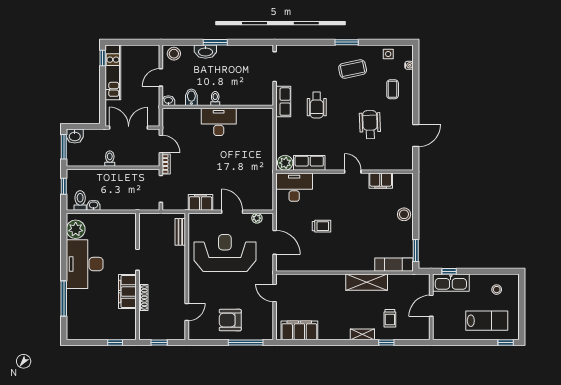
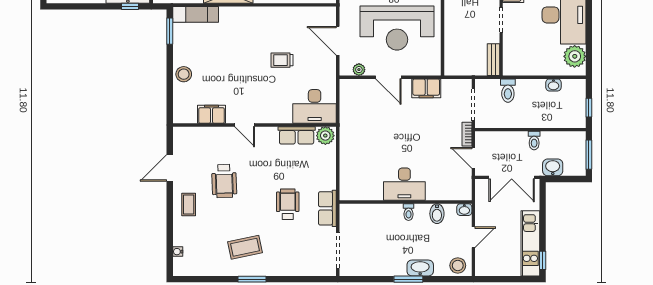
side table: (388, 54) -> (203, 265), removed
coffee table: (393, 89) -> (189, 204), moved
washbasin: (75, 136) -> (553, 167), moved
toilet: (80, 201) -> (508, 91), moved
bench: (180, 232) -> (493, 60), moved

